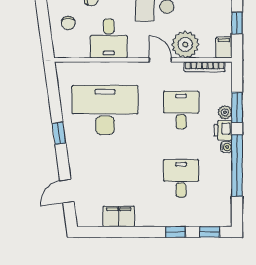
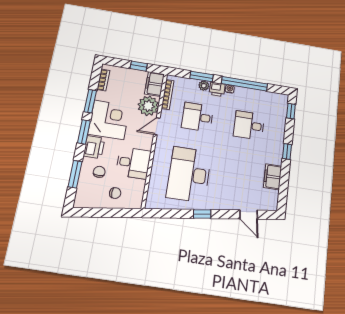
filing cabinet: (224, 48) -> (154, 84), width x2.00
window: (175, 232) -> (287, 151), moved

